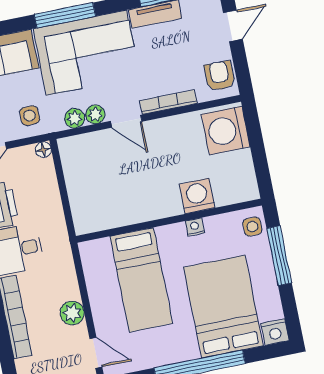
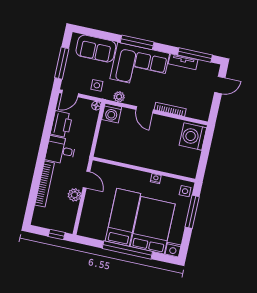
armchair: (220, 76) -> (202, 107), removed
plant: (95, 114) -> (130, 99), removed
washing machine: (197, 196) -> (112, 113), moved, turned 180
bed: (141, 280) -> (123, 217), moved, turned 180
door: (96, 353) -> (87, 180), moved

